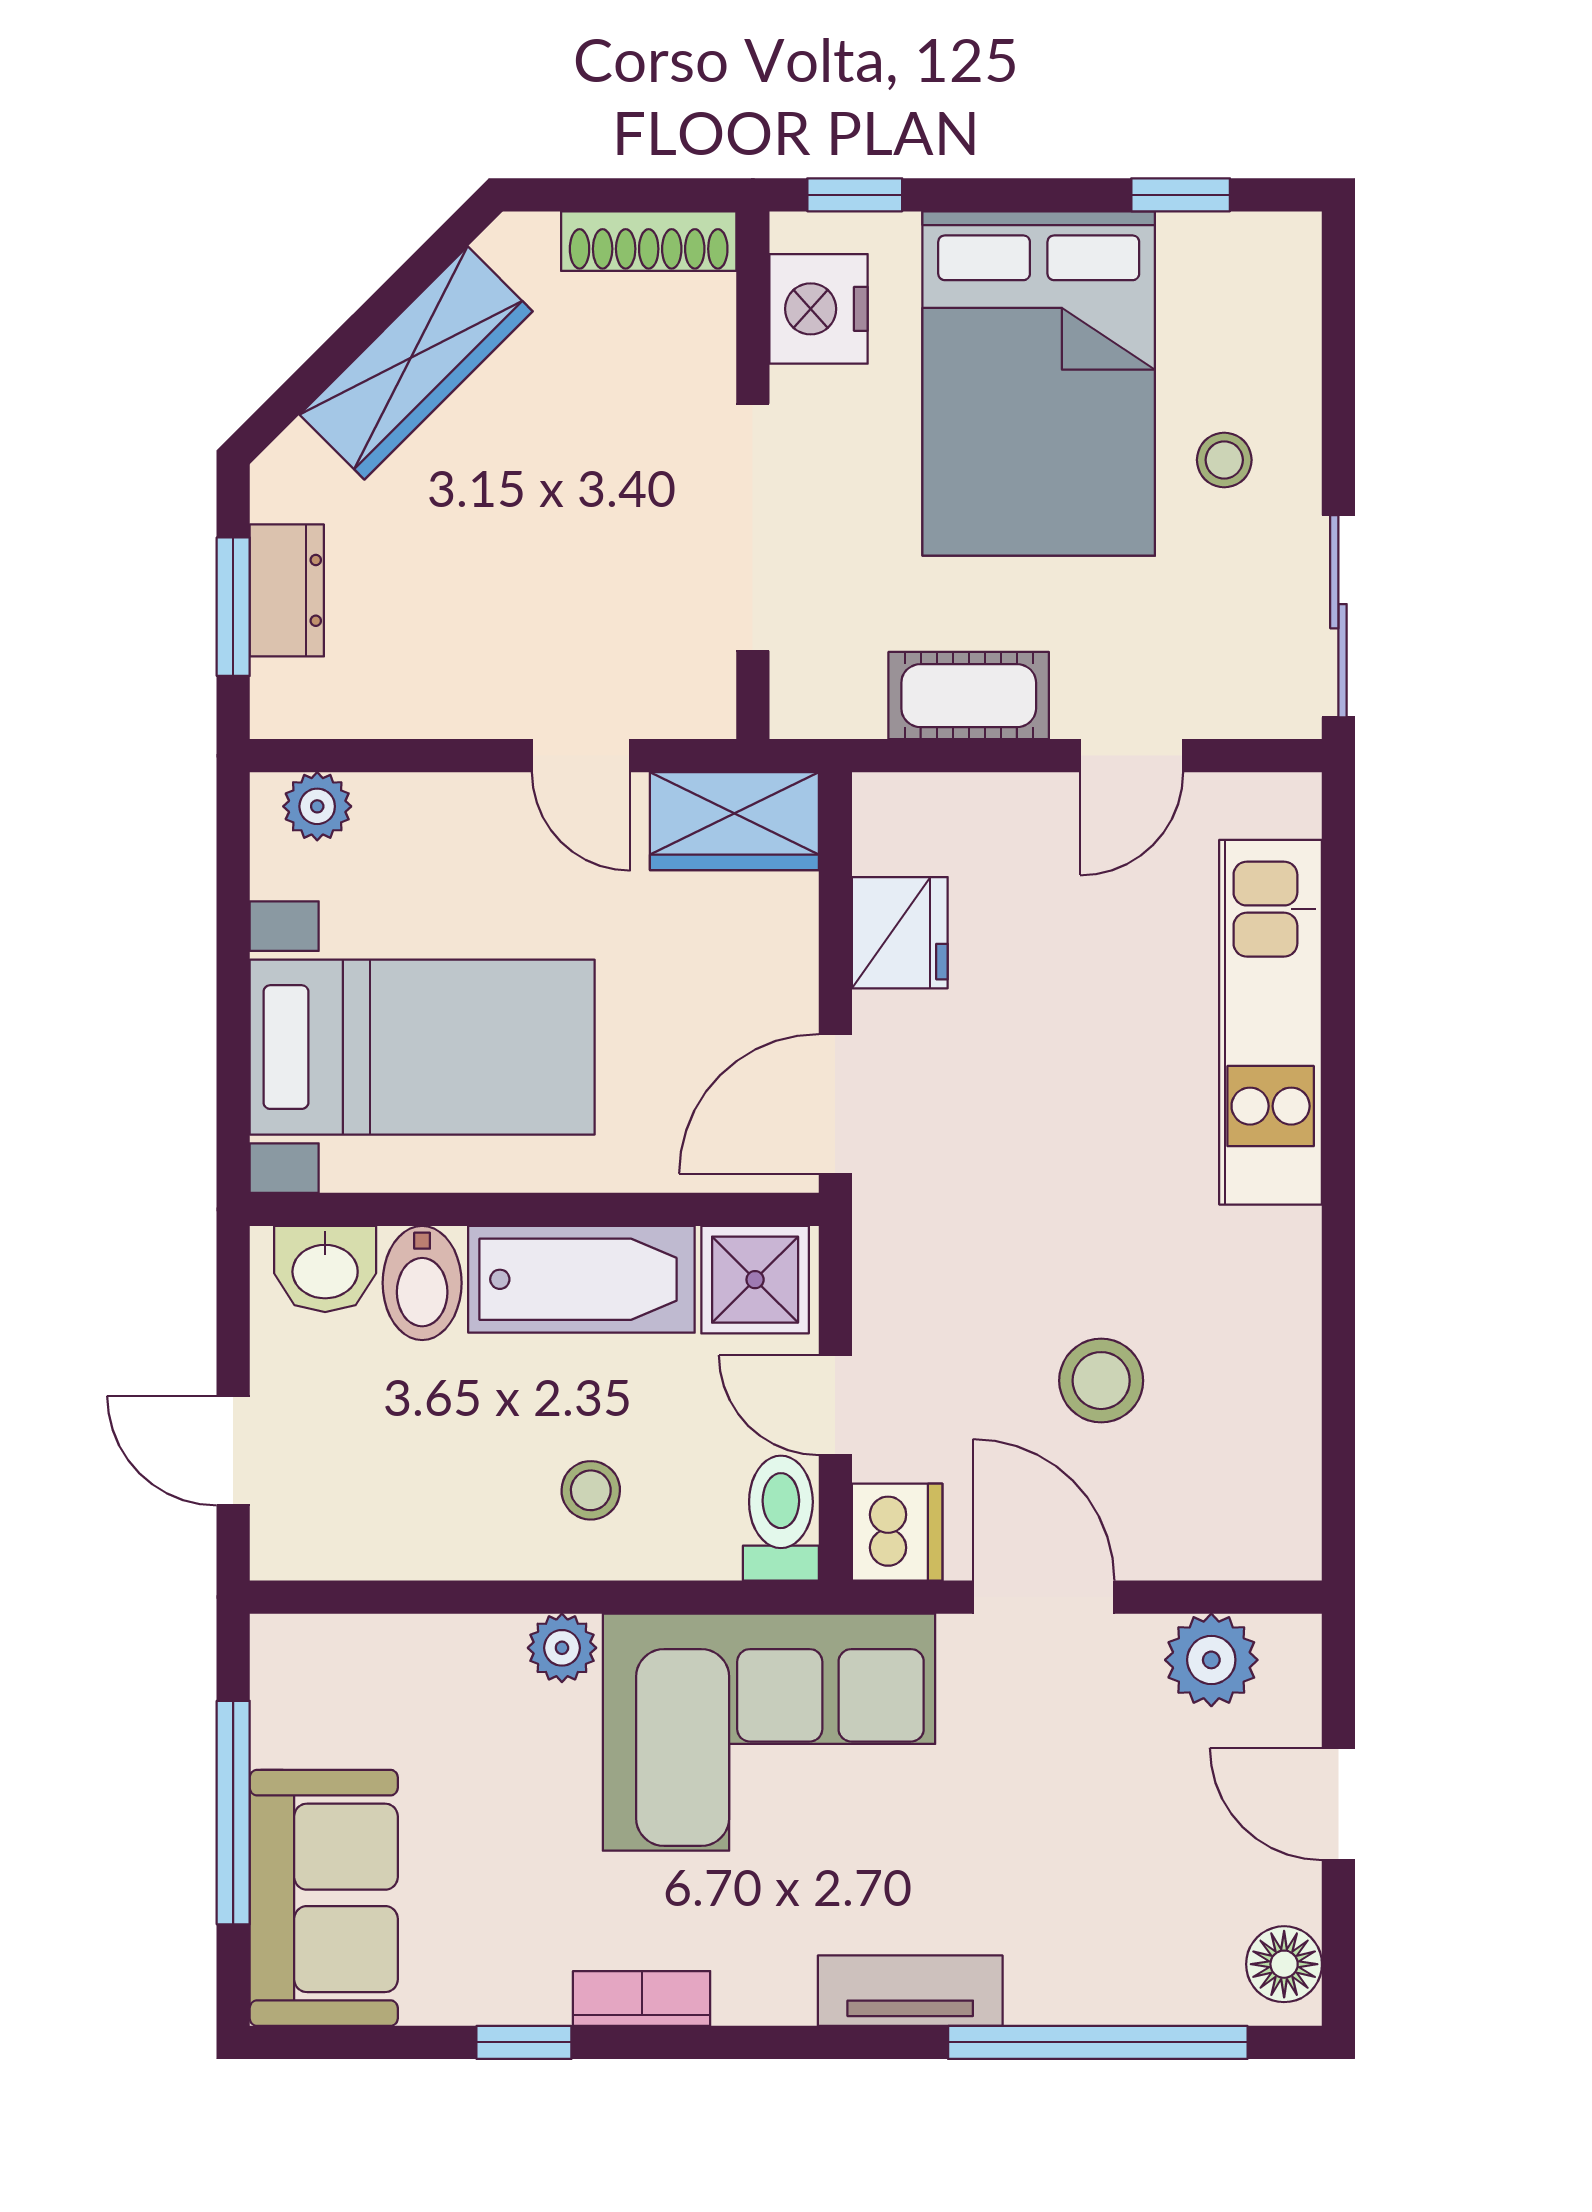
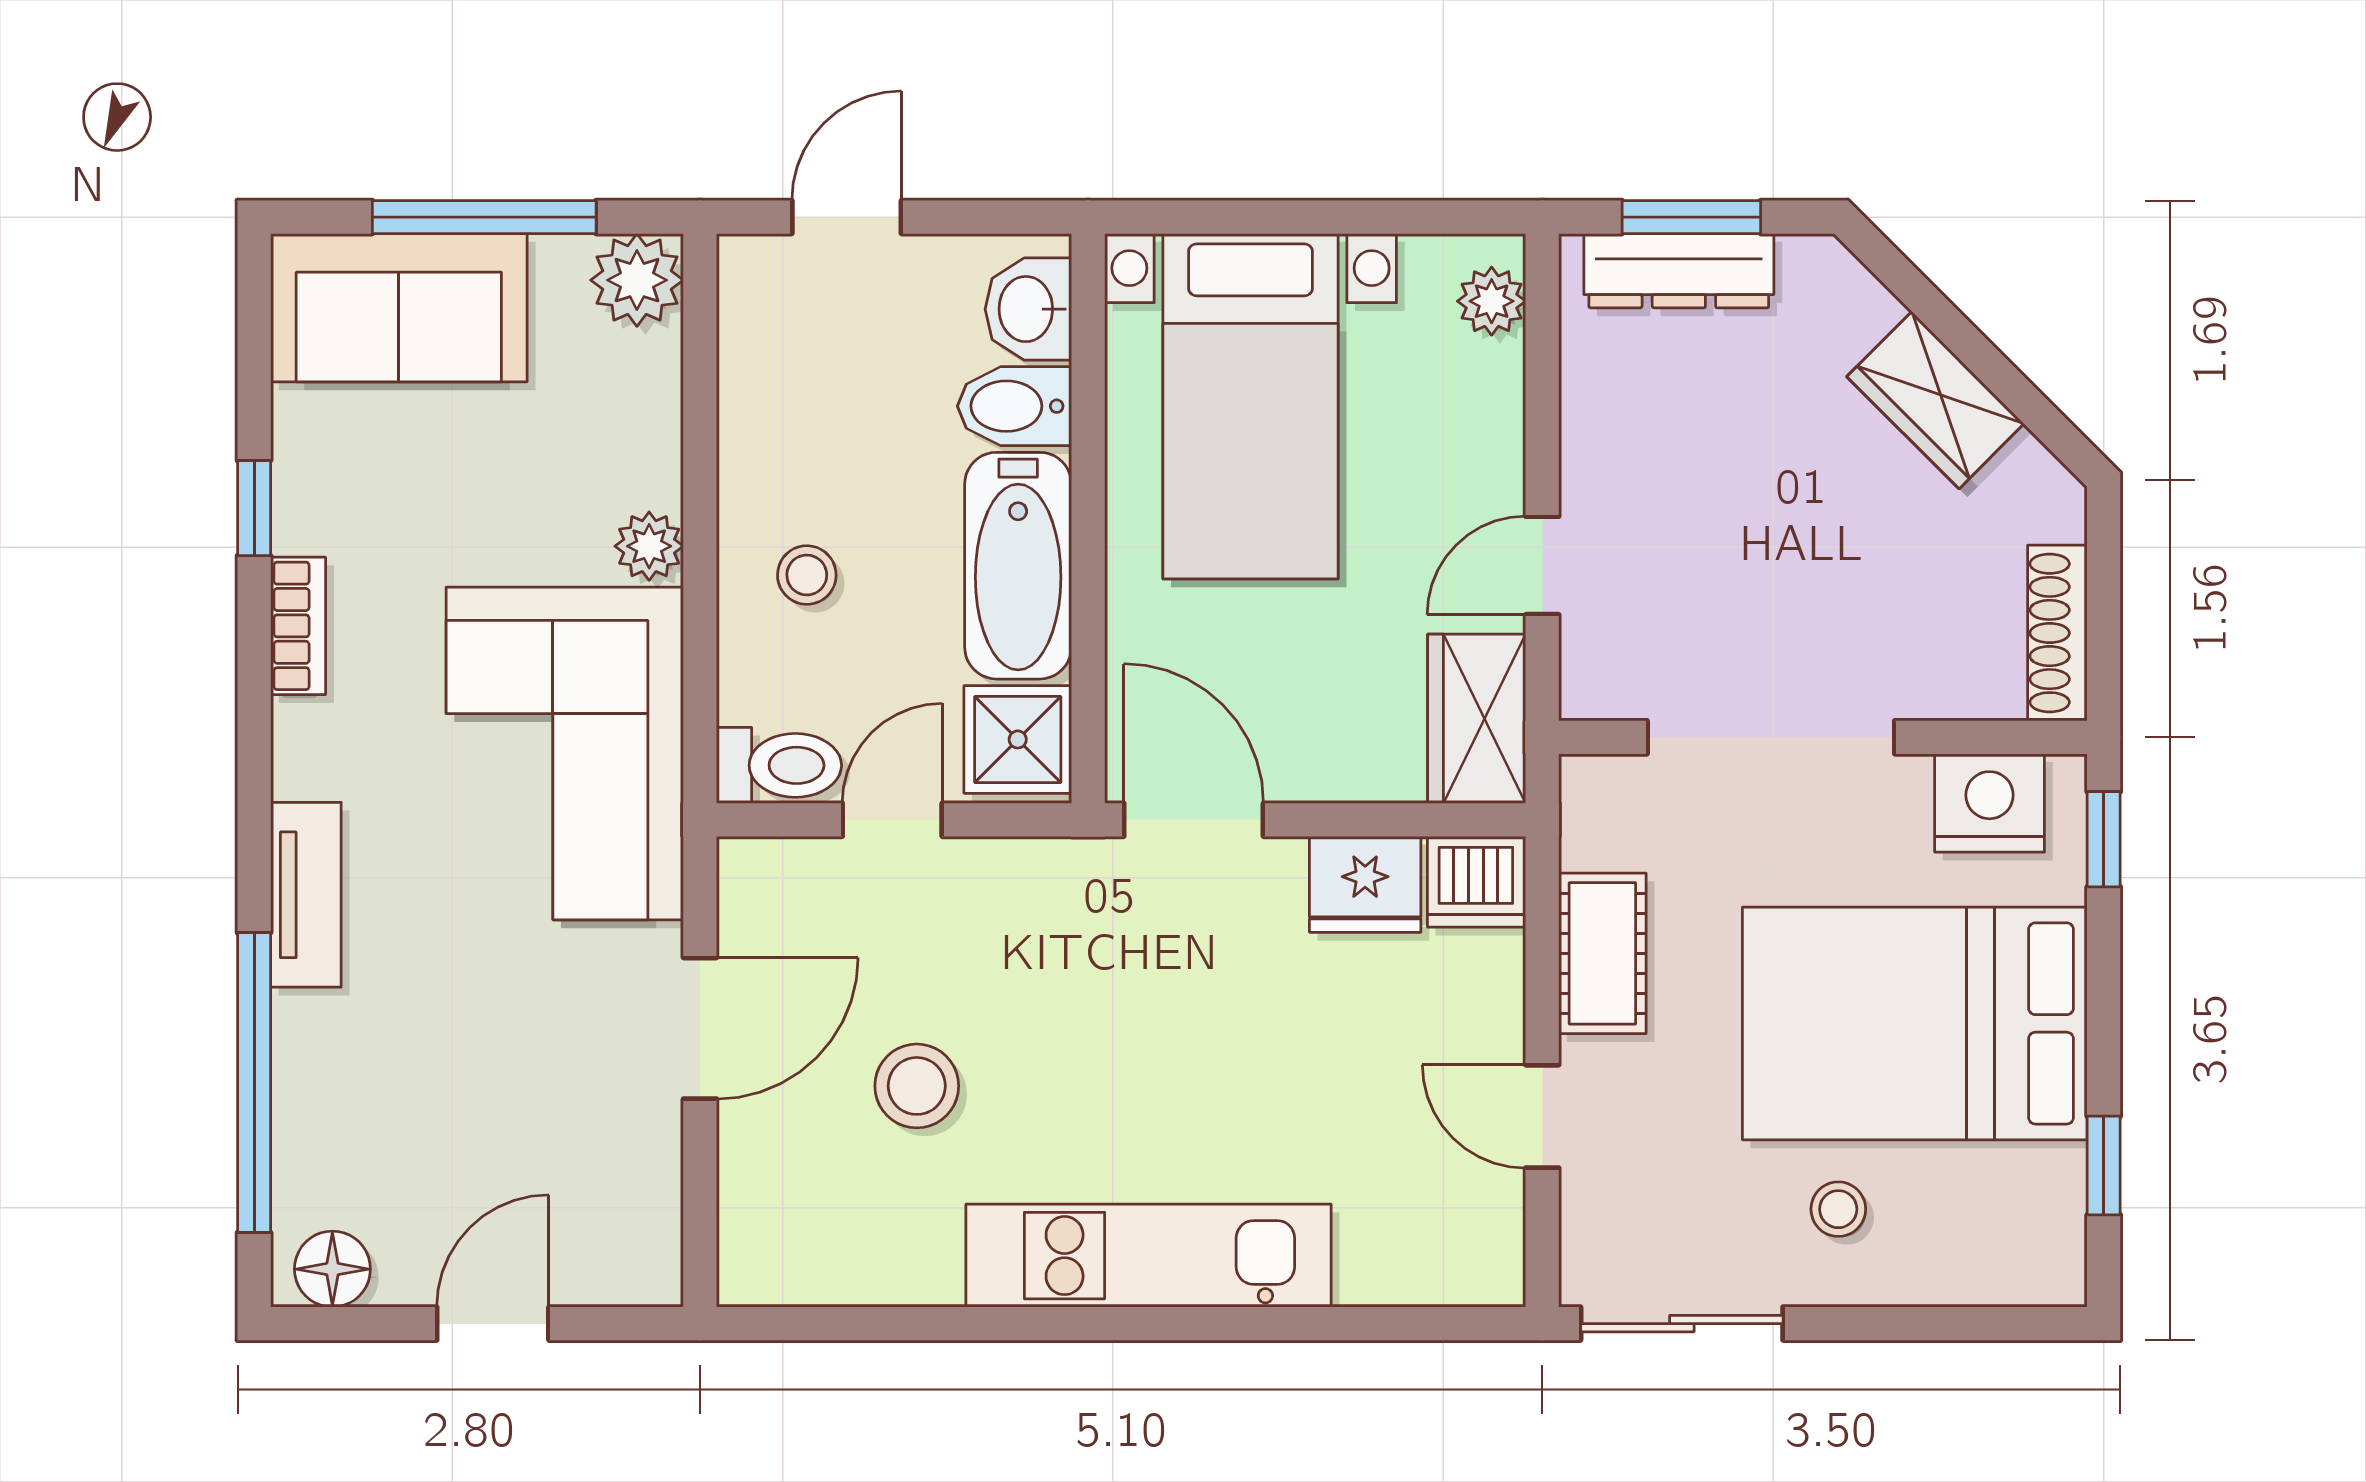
wardrobe: (416, 363) -> (1935, 400), width x0.67
dresser: (287, 590) -> (1679, 271), width x1.44
kitchen unit: (1271, 1022) -> (1149, 1256), moved
dishwasher: (897, 1532) -> (1476, 882), moved
plant: (1211, 1660) -> (637, 280), moved

